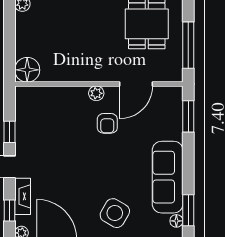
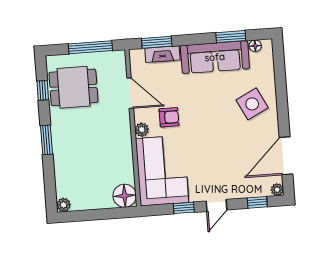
corner sofa: (51, 112) -> (162, 171), added
fireplace: (23, 196) -> (162, 54), moved, turned 180
window: (188, 210) -> (231, 37), moved
side table: (115, 213) -> (252, 104), turned 33

